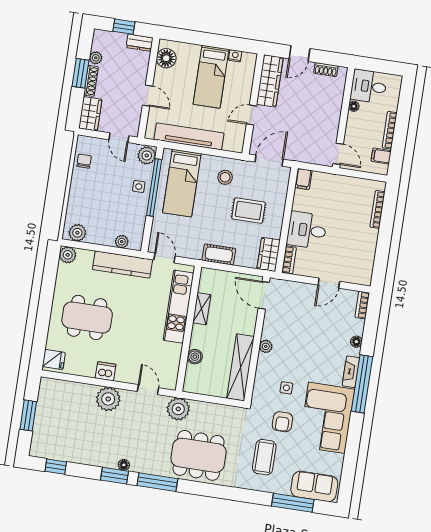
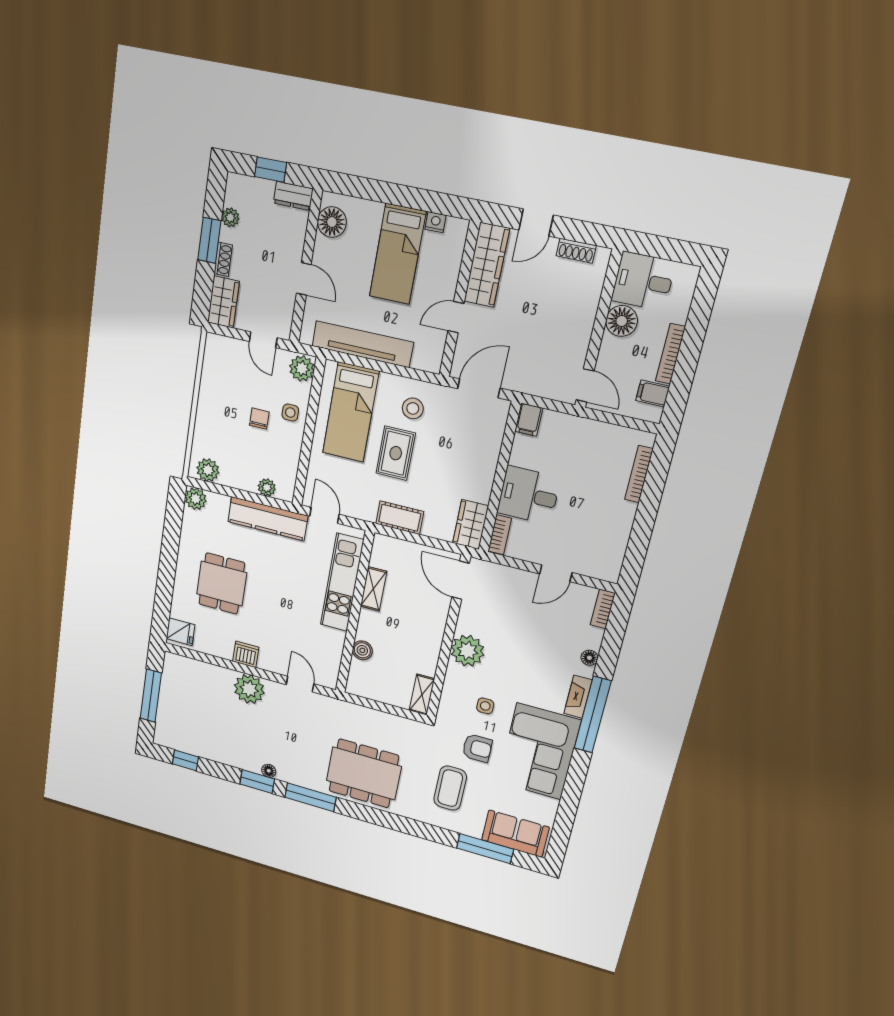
shoe rack: (91, 81) -> (223, 259), width x0.70
floor lamp: (354, 106) -> (622, 321), width x1.89, depth x1.89
chair: (84, 161) -> (259, 419), moved
window: (154, 187) -> (312, 415), removed
rug: (248, 211) -> (396, 453), moved, turned 90
dining table: (87, 317) -> (222, 583), width x0.73
plant: (266, 346) -> (467, 651), width x1.87, depth x1.87
shelving: (241, 367) -> (422, 695), width x0.45, depth x0.75
plant: (178, 409) -> (339, 713), removed
window: (28, 415) -> (151, 696), width x1.44
armchair: (282, 422) -> (477, 748), turned -90

